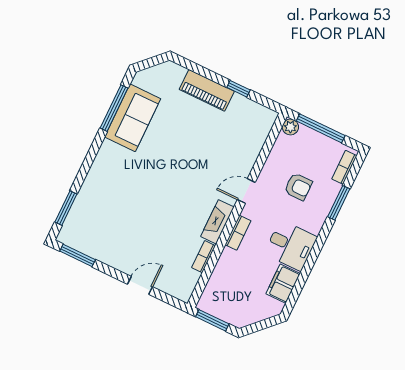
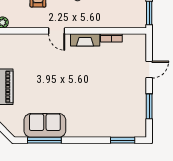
bookcase: (238, 233) -> (86, 23), removed
window: (78, 255) -> (149, 106), moved
door: (140, 285) -> (149, 70), swing flipped

